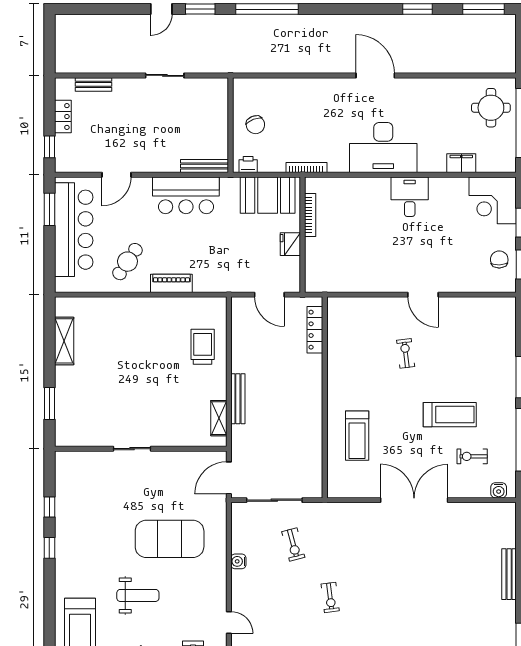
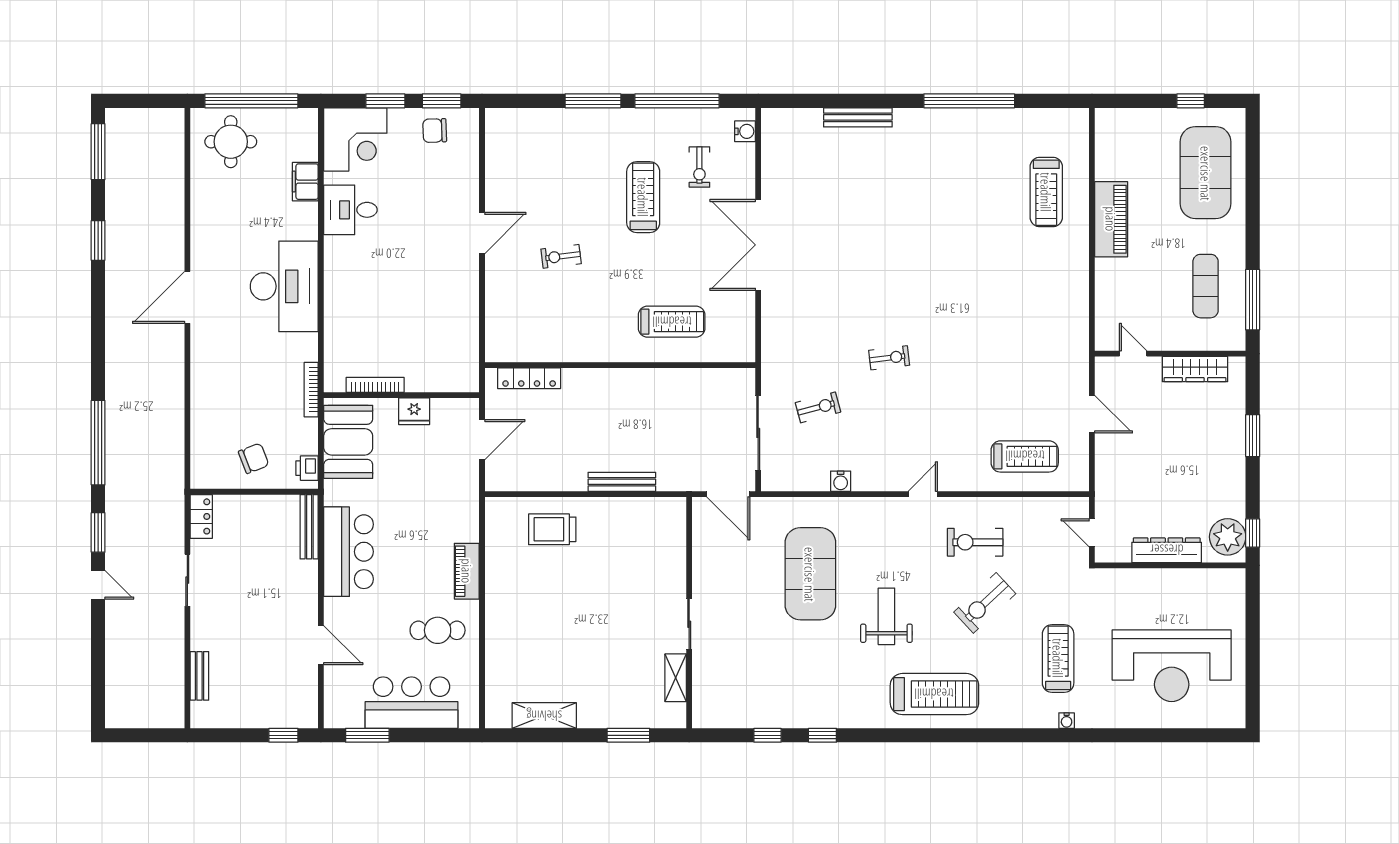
locker: (63, 117) -> (201, 516), moved, turned 90
desk: (410, 197) -> (350, 210), moved
bar counter: (74, 230) -> (411, 703), width x0.73
cafe table: (127, 262) -> (438, 630), turned -34
shelving: (219, 418) -> (676, 678), moved, turned 90

